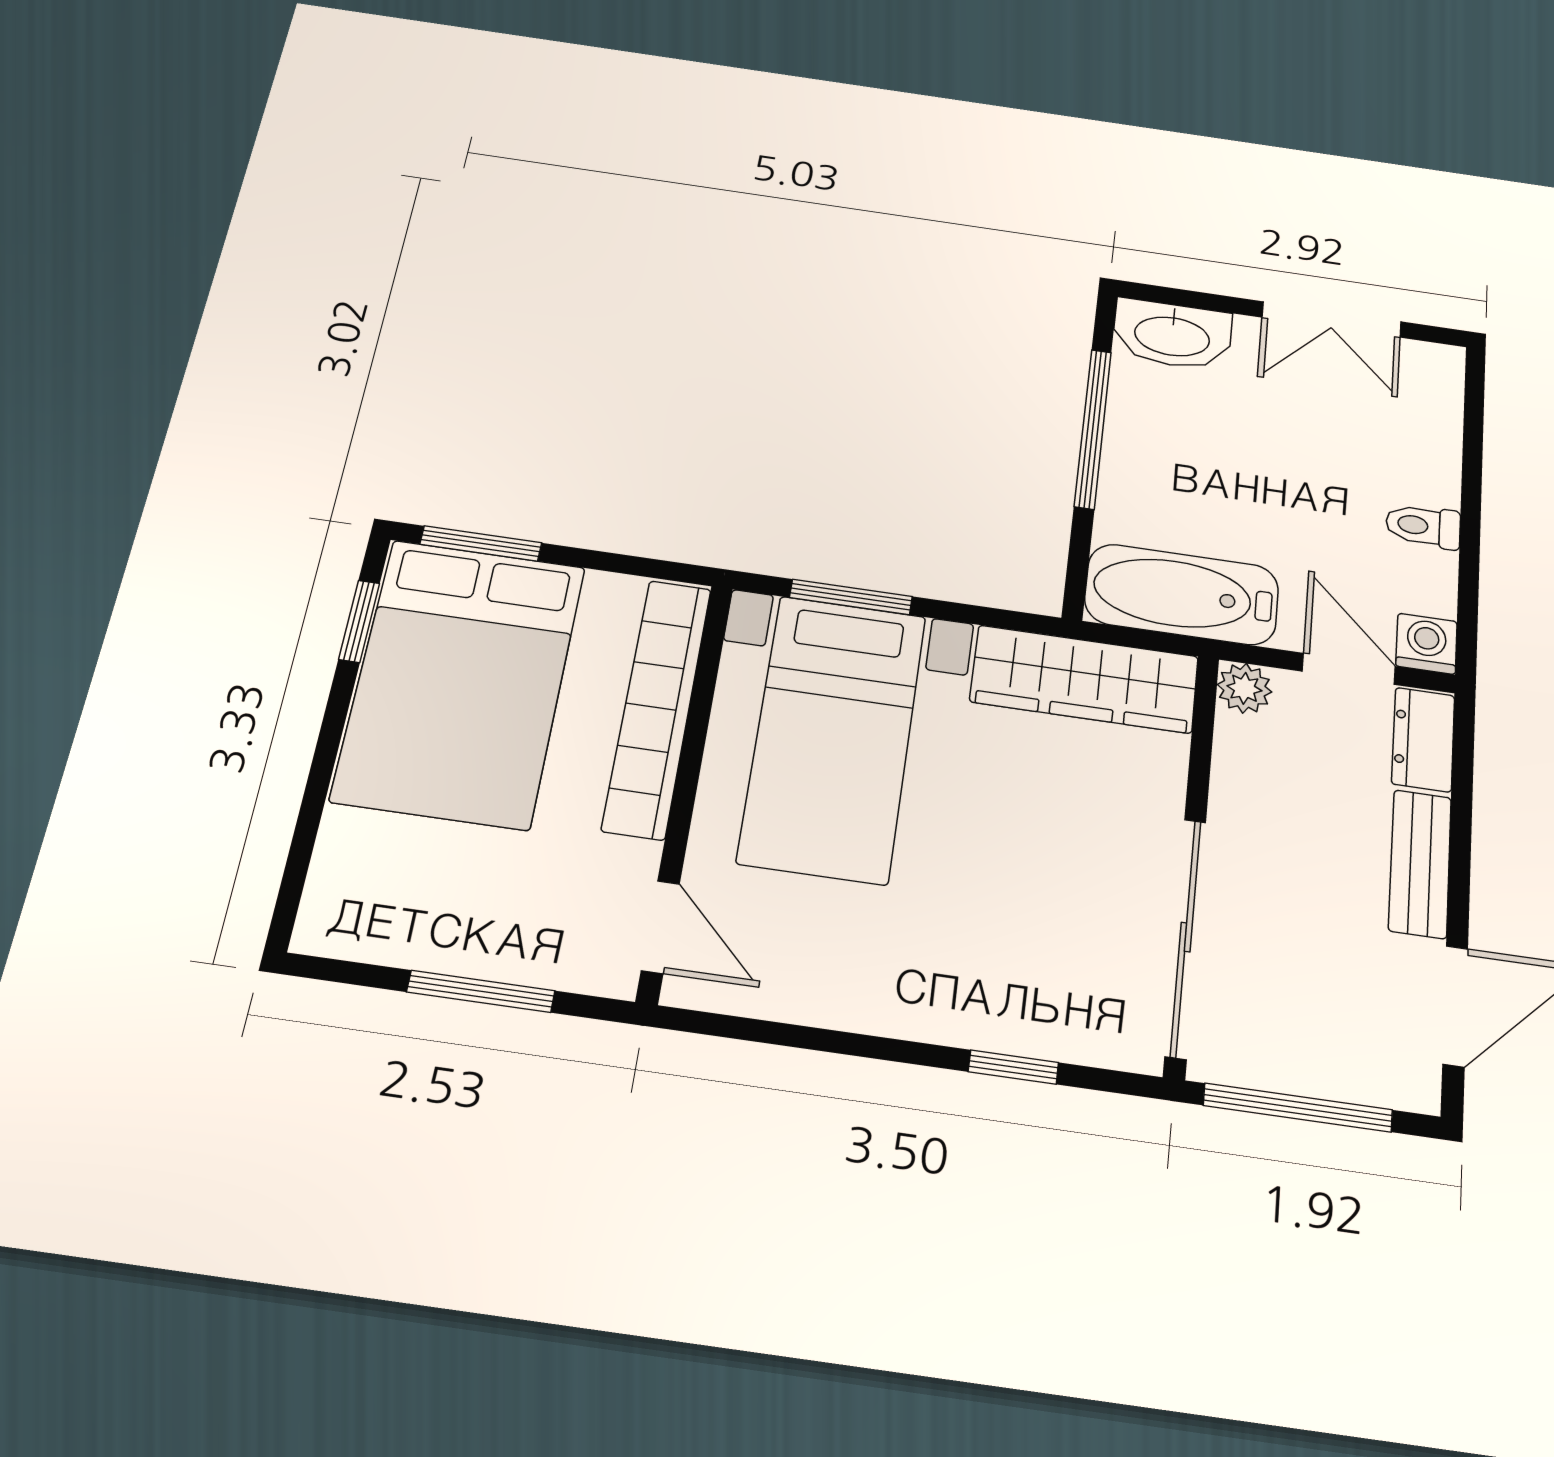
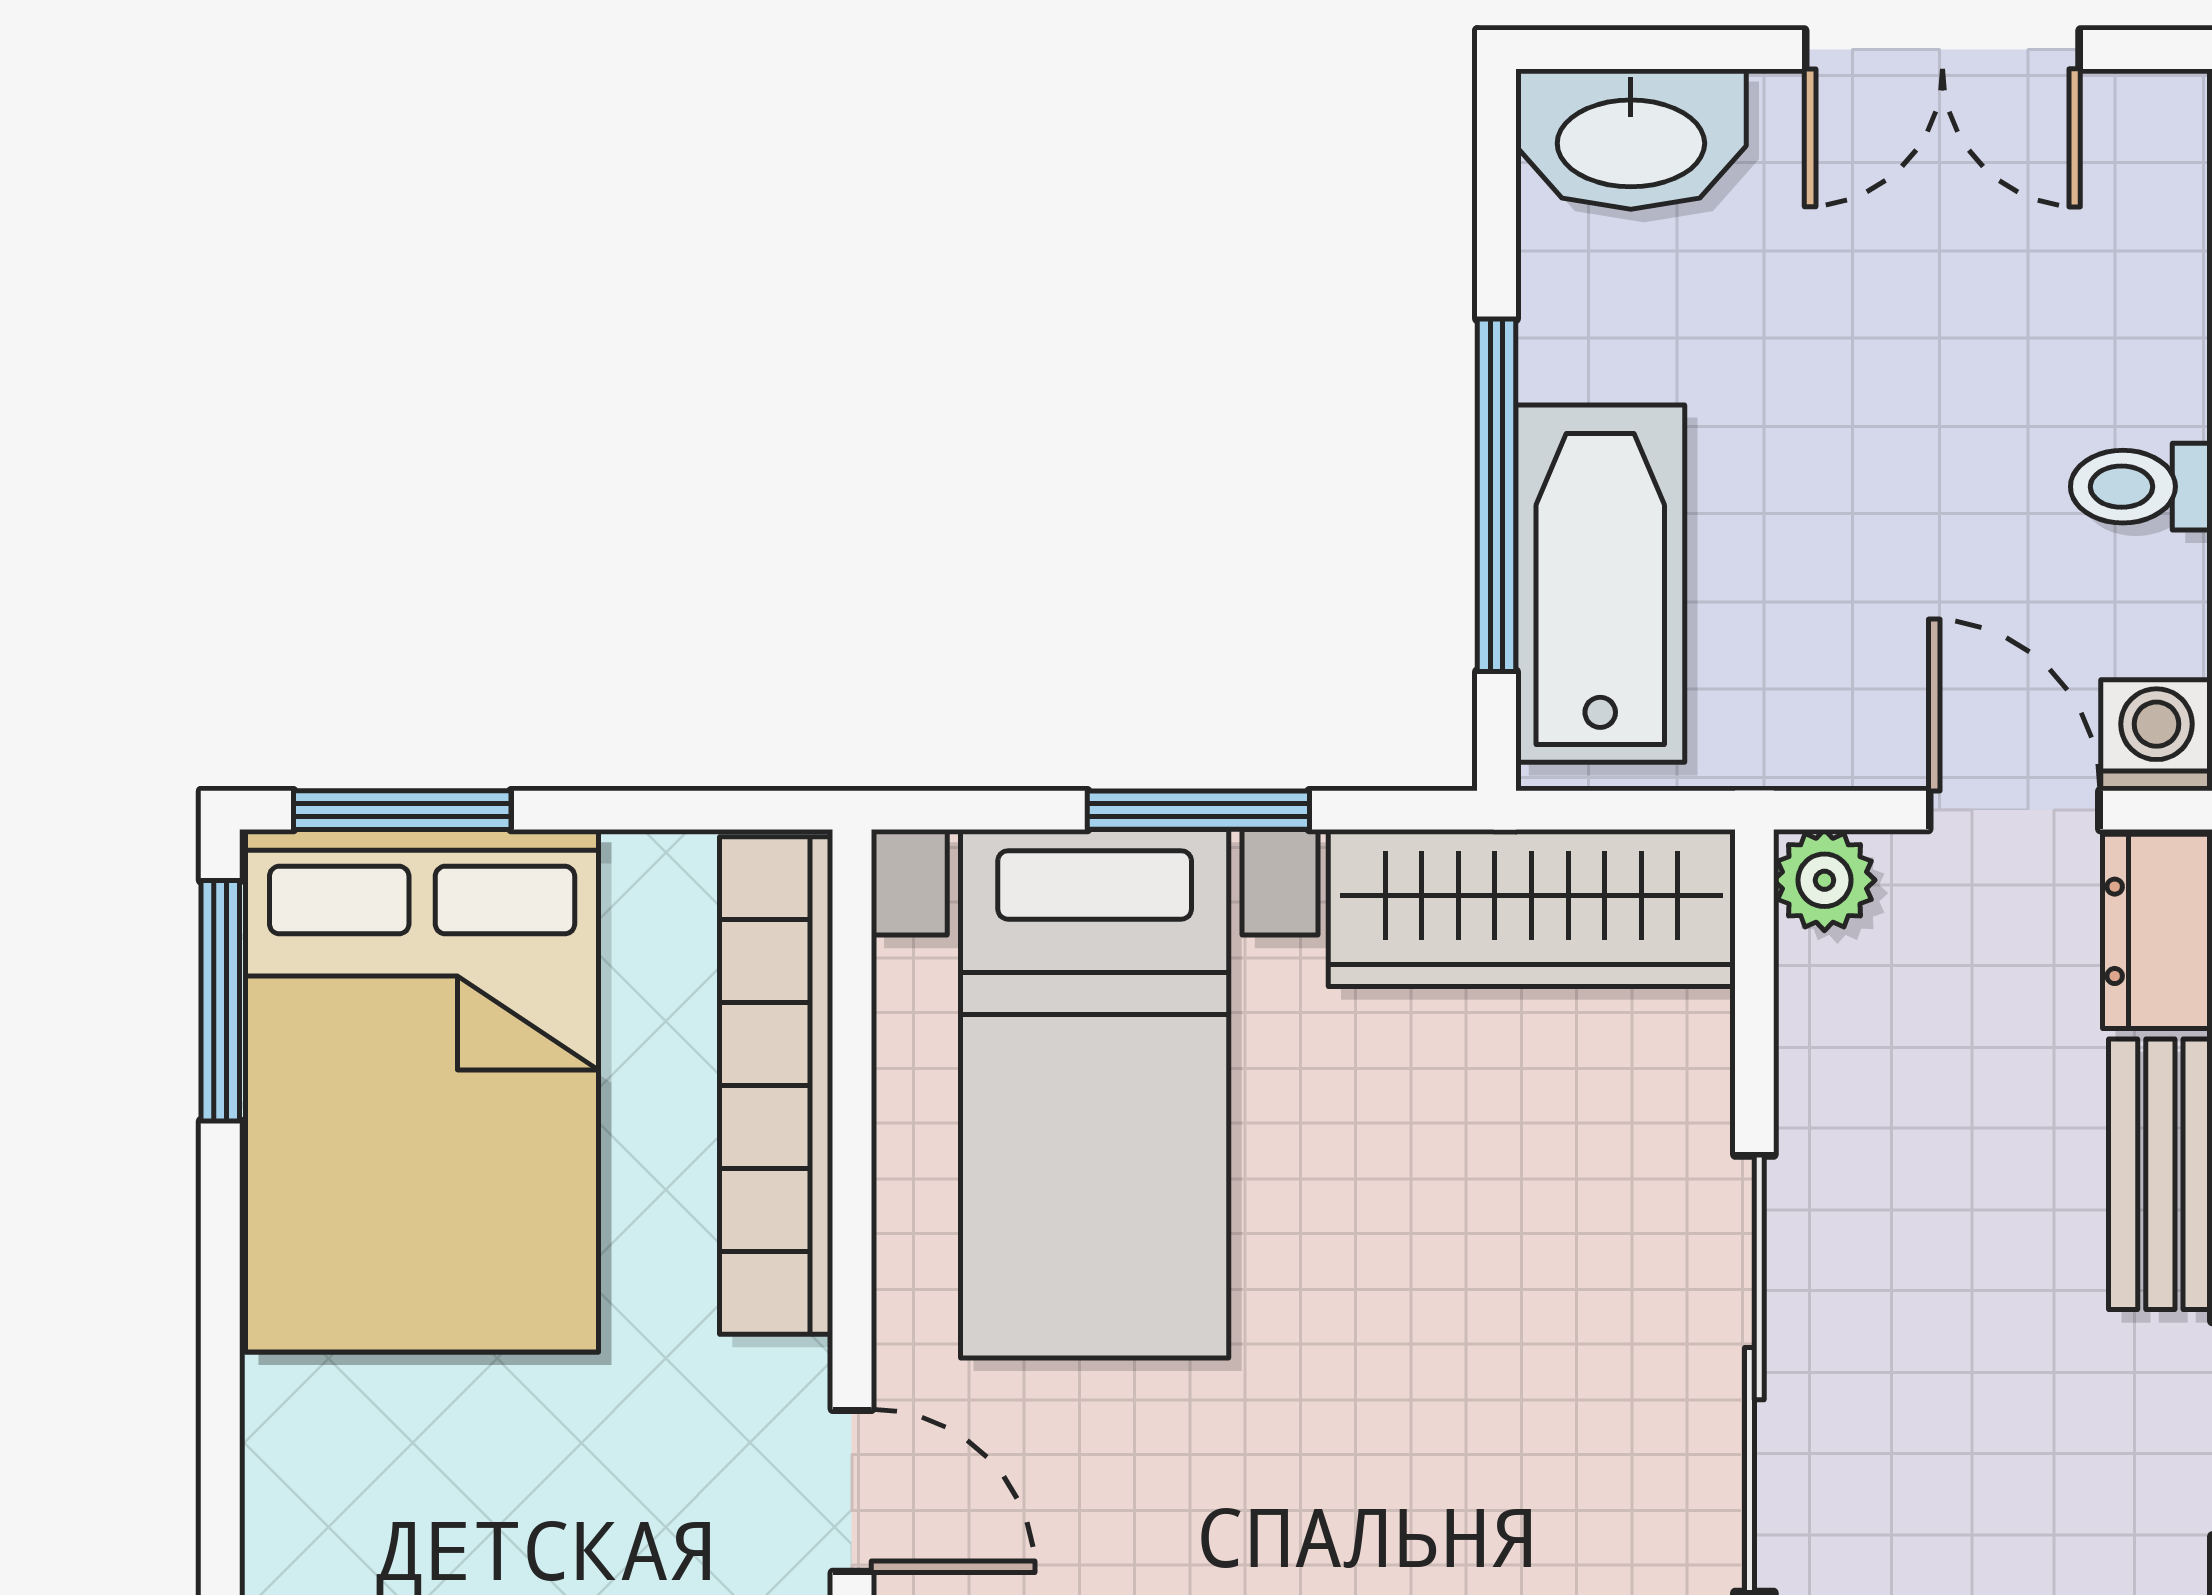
window: (1093, 428) -> (1497, 495), moved
bathtub: (1182, 594) -> (1600, 584), moved, turned 90
window: (851, 597) -> (1198, 810), moved
window: (359, 621) -> (220, 1001), width x1.50

